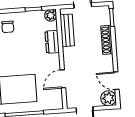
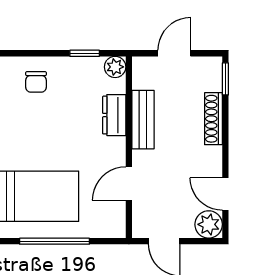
bench: (67, 30) -> (143, 120), moved

